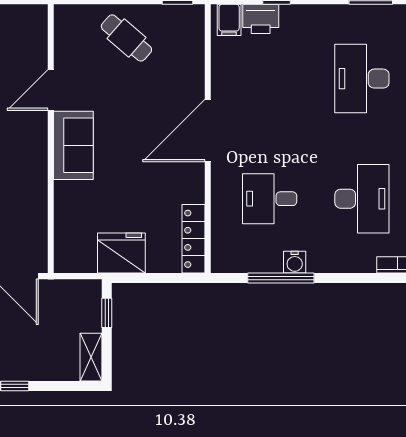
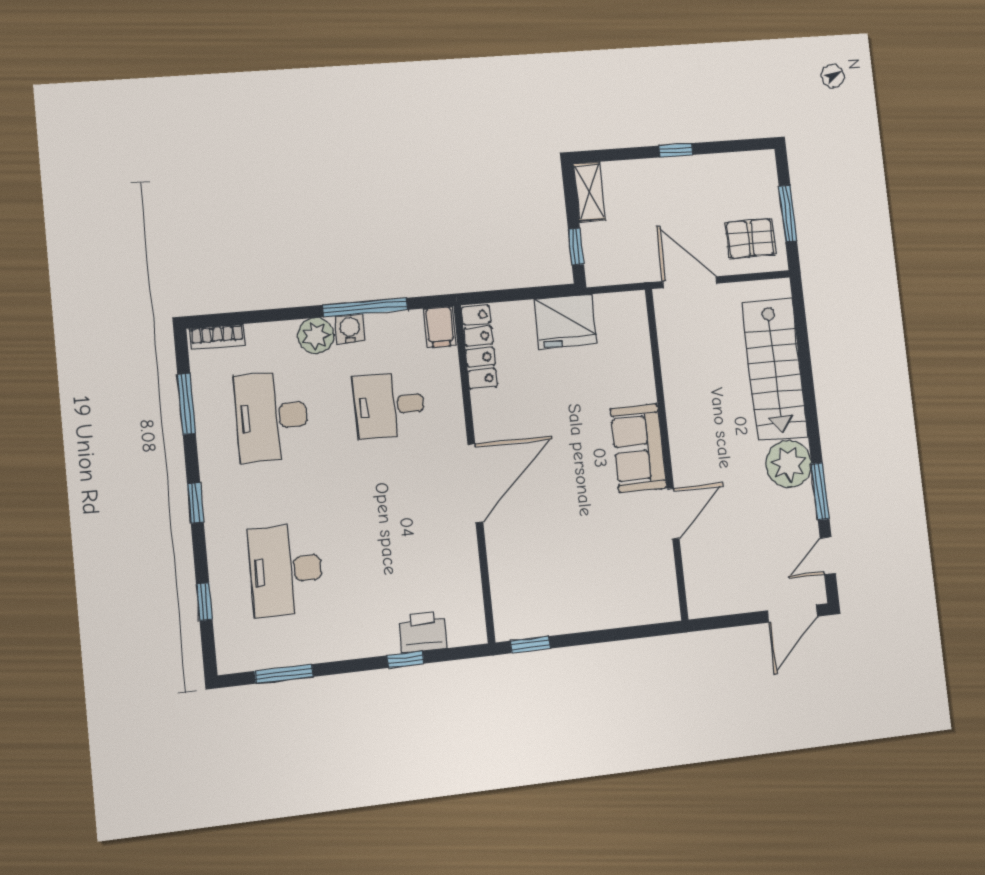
filing cabinet: (229, 20) -> (440, 327), moved, turned 180
cafe table: (126, 38) -> (588, 589), removed
desk: (362, 79) -> (286, 570), turned 180
desk: (270, 199) -> (389, 405), turned 180
plant: (322, 259) -> (316, 336), added

